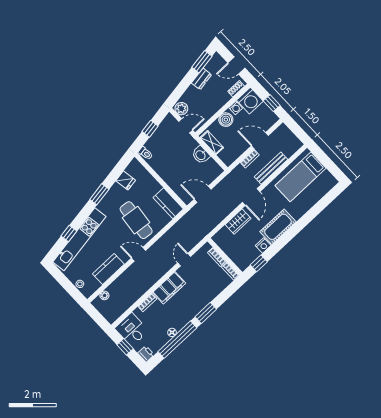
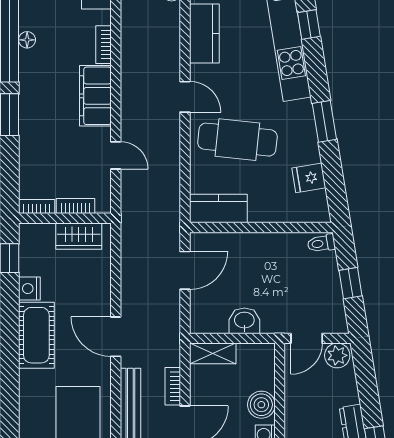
shelving: (212, 143) -> (213, 353), moved
wardrobe: (238, 222) -> (79, 236), moved, turned -90
door: (138, 254) -> (185, 97), hinge flipped

